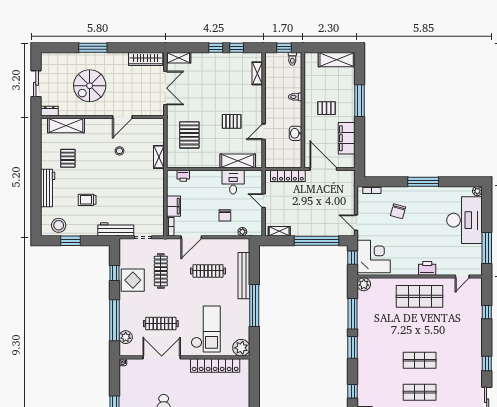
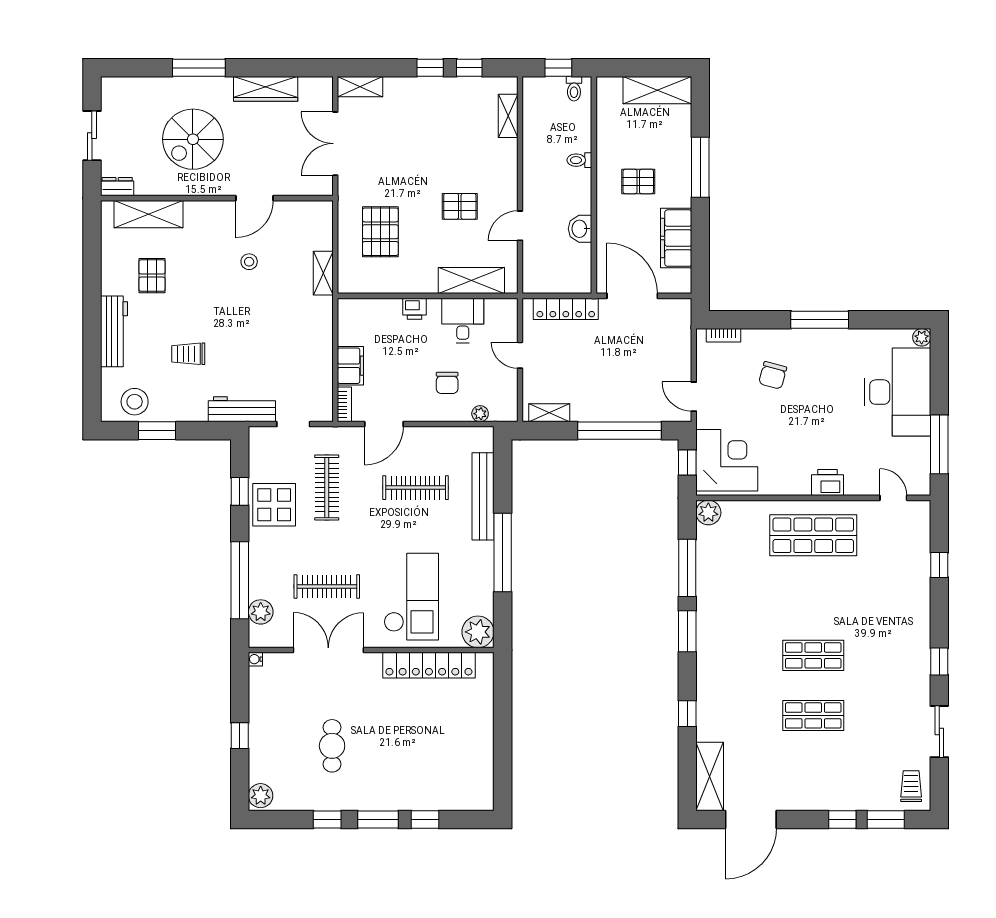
wardrobe: (146, 59) -> (266, 89), moved
double door: (165, 88) -> (335, 144), swing flipped
printer: (183, 176) -> (415, 309), moved
door: (462, 276) -> (893, 498), swing flipped

